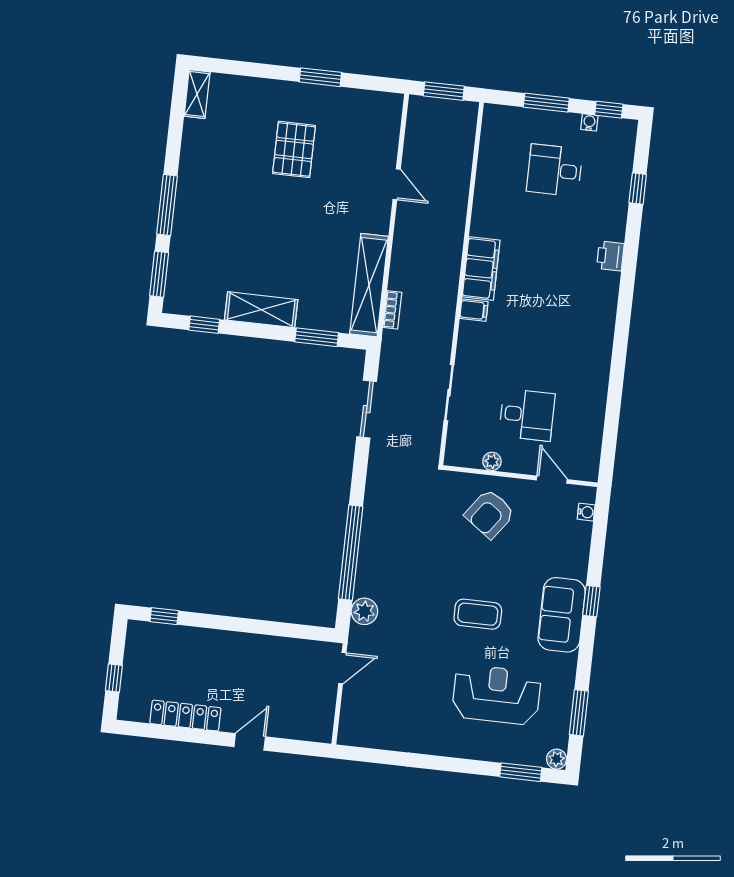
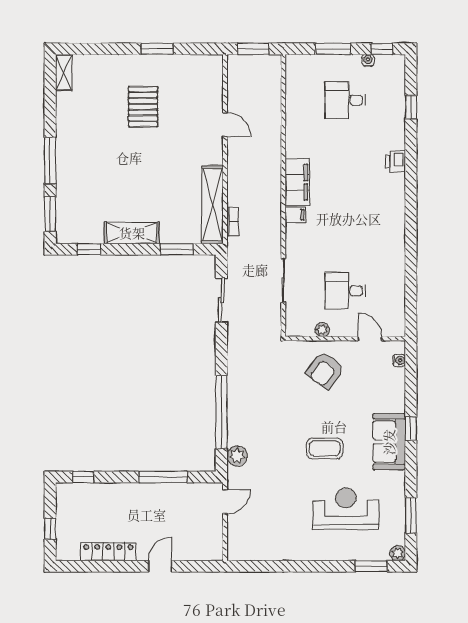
desk: (527, 415) -> (345, 291), turned 180
window: (266, 628) -> (163, 477), added

